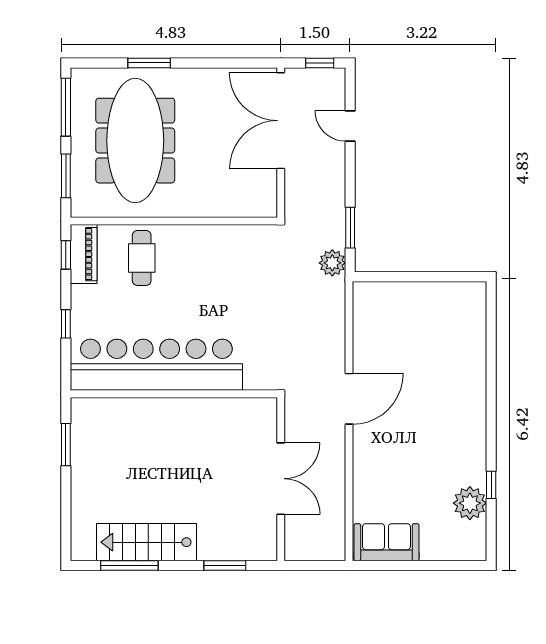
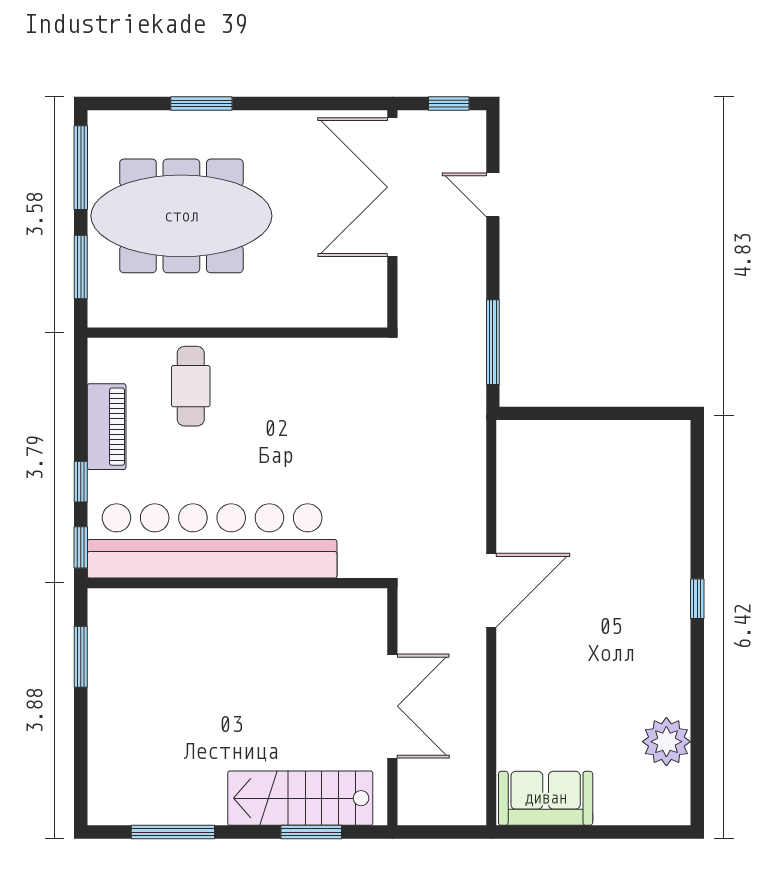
meeting table: (135, 141) -> (181, 216), turned 90
window: (350, 228) -> (493, 342), width x1.44
piano: (84, 254) -> (107, 427), moved
window: (66, 255) -> (81, 547), moved
plant: (332, 263) -> (467, 393), removed
window: (491, 485) -> (697, 599), moved
stairs: (146, 542) -> (300, 798), moved

